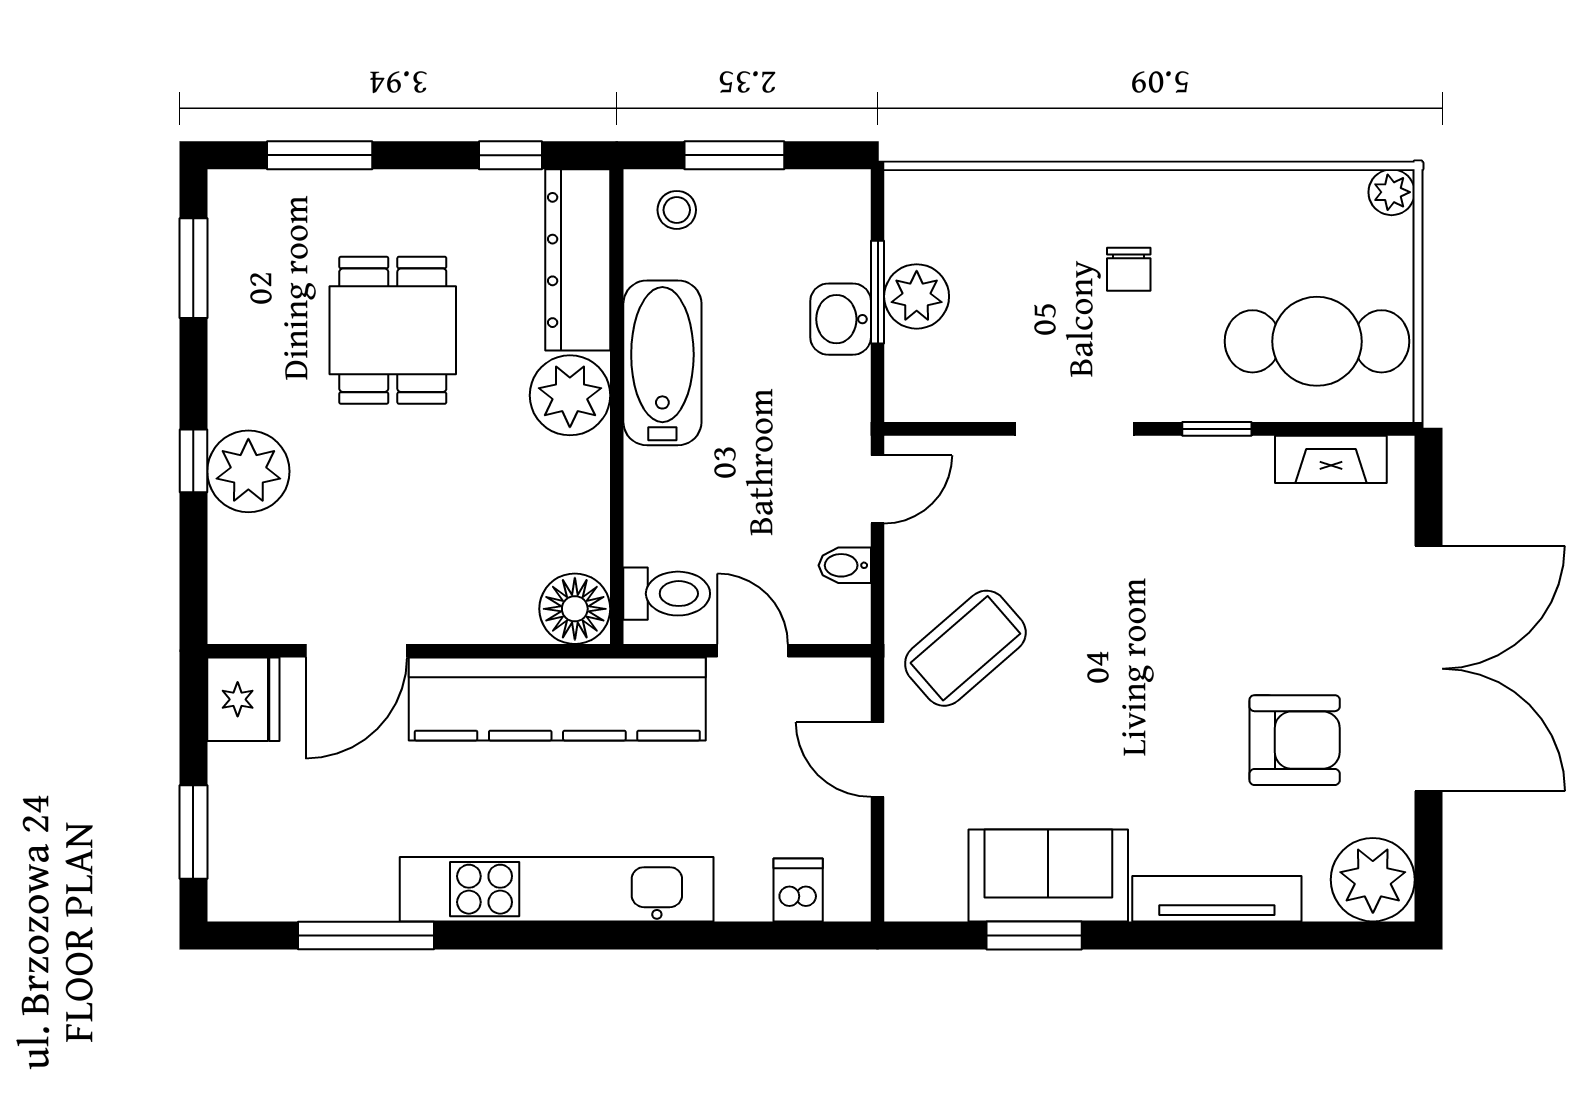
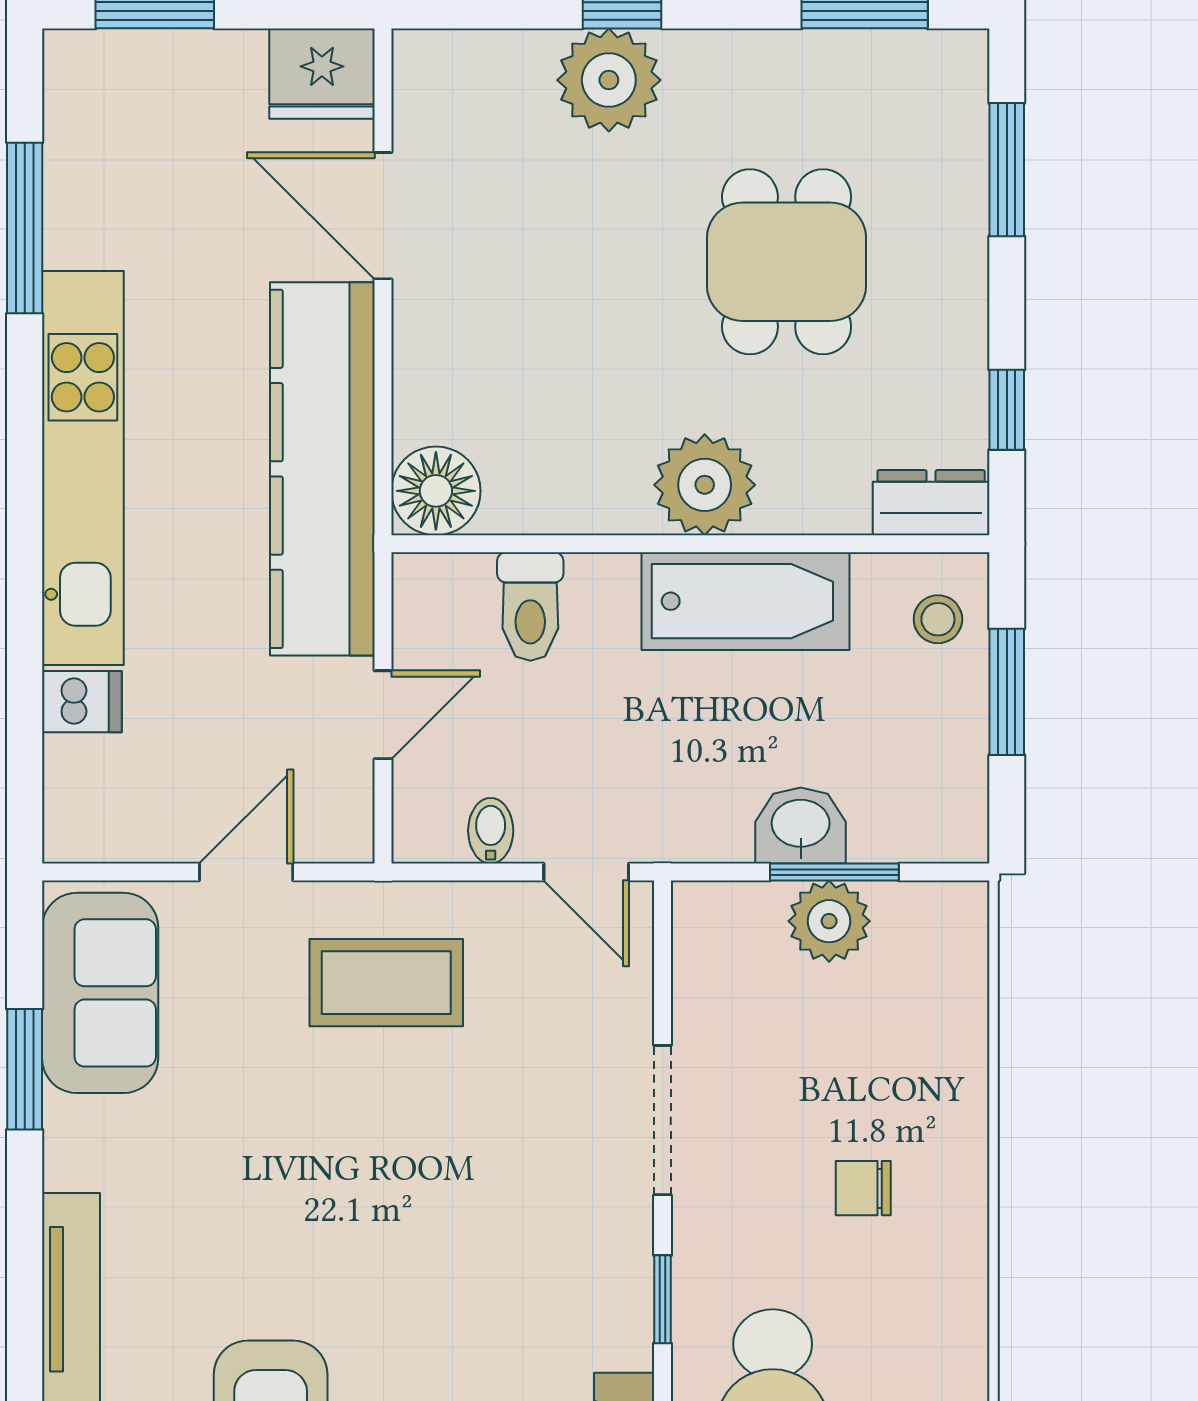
dresser: (578, 260) -> (931, 503), width x0.51, depth x0.80
dining table: (393, 330) -> (787, 262), turned 90
toilet: (667, 594) -> (530, 607), moved
coffee table: (965, 648) -> (386, 983), turned -49
sofa: (1048, 875) -> (100, 993), moved
dishwasher: (798, 890) -> (82, 702), moved

